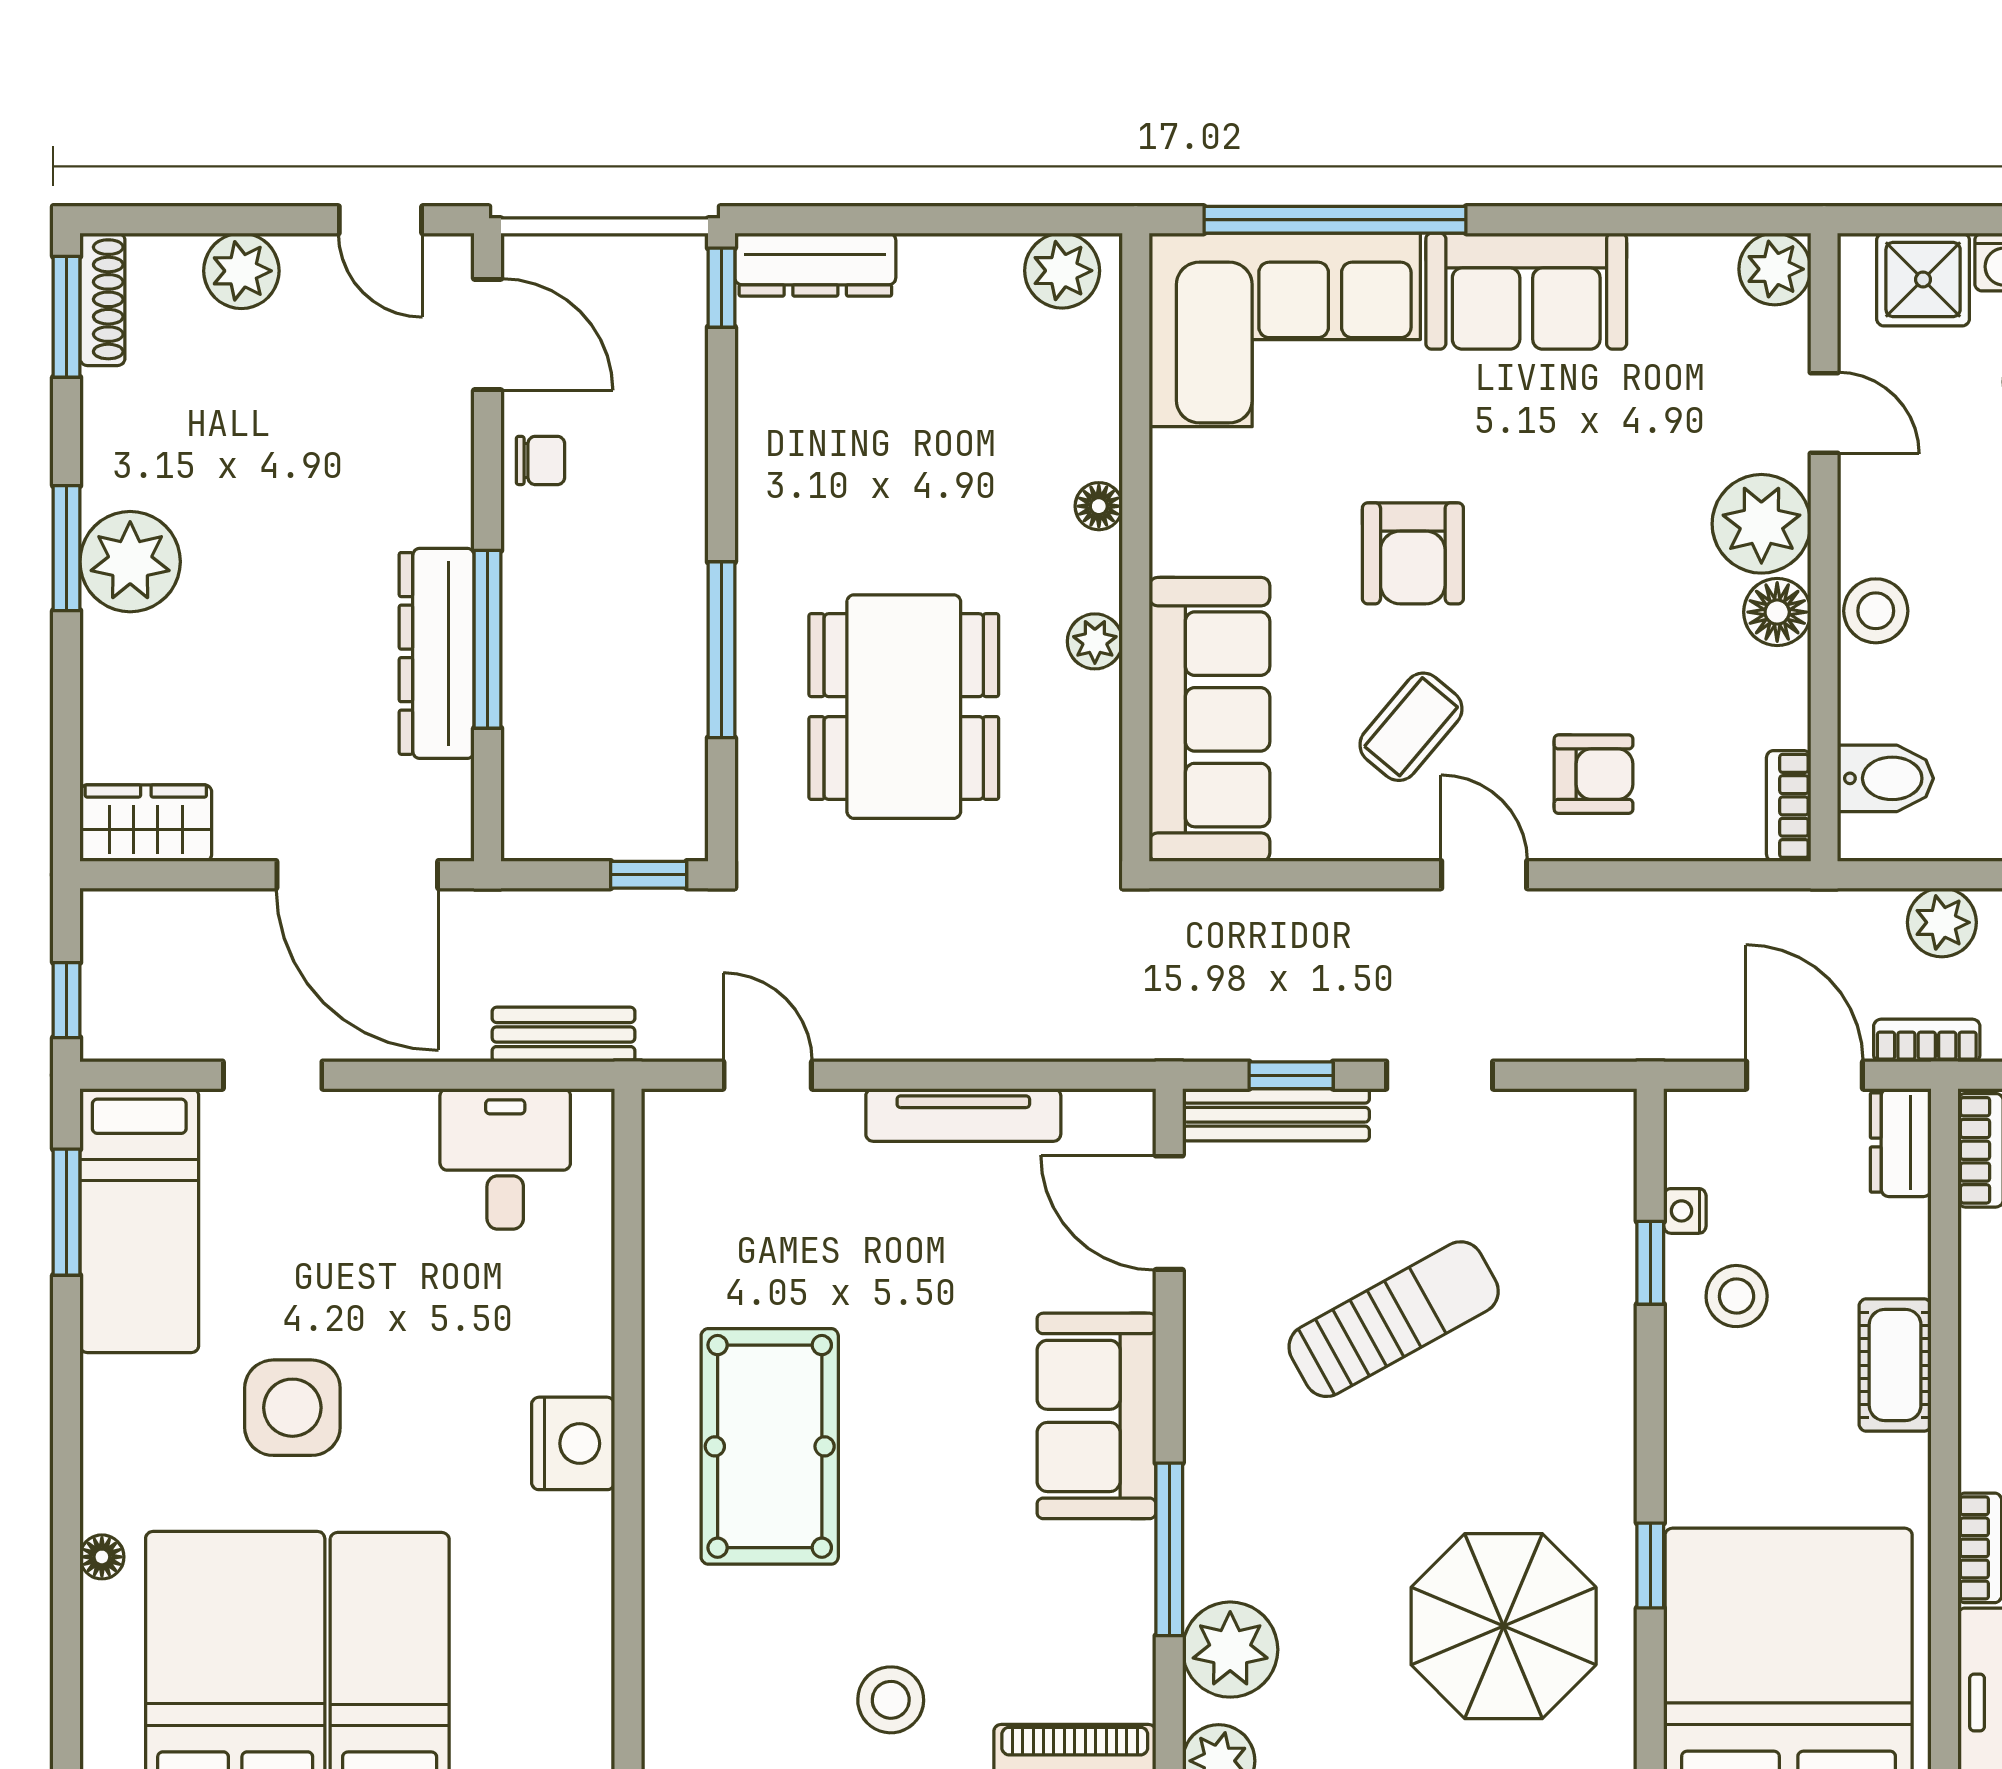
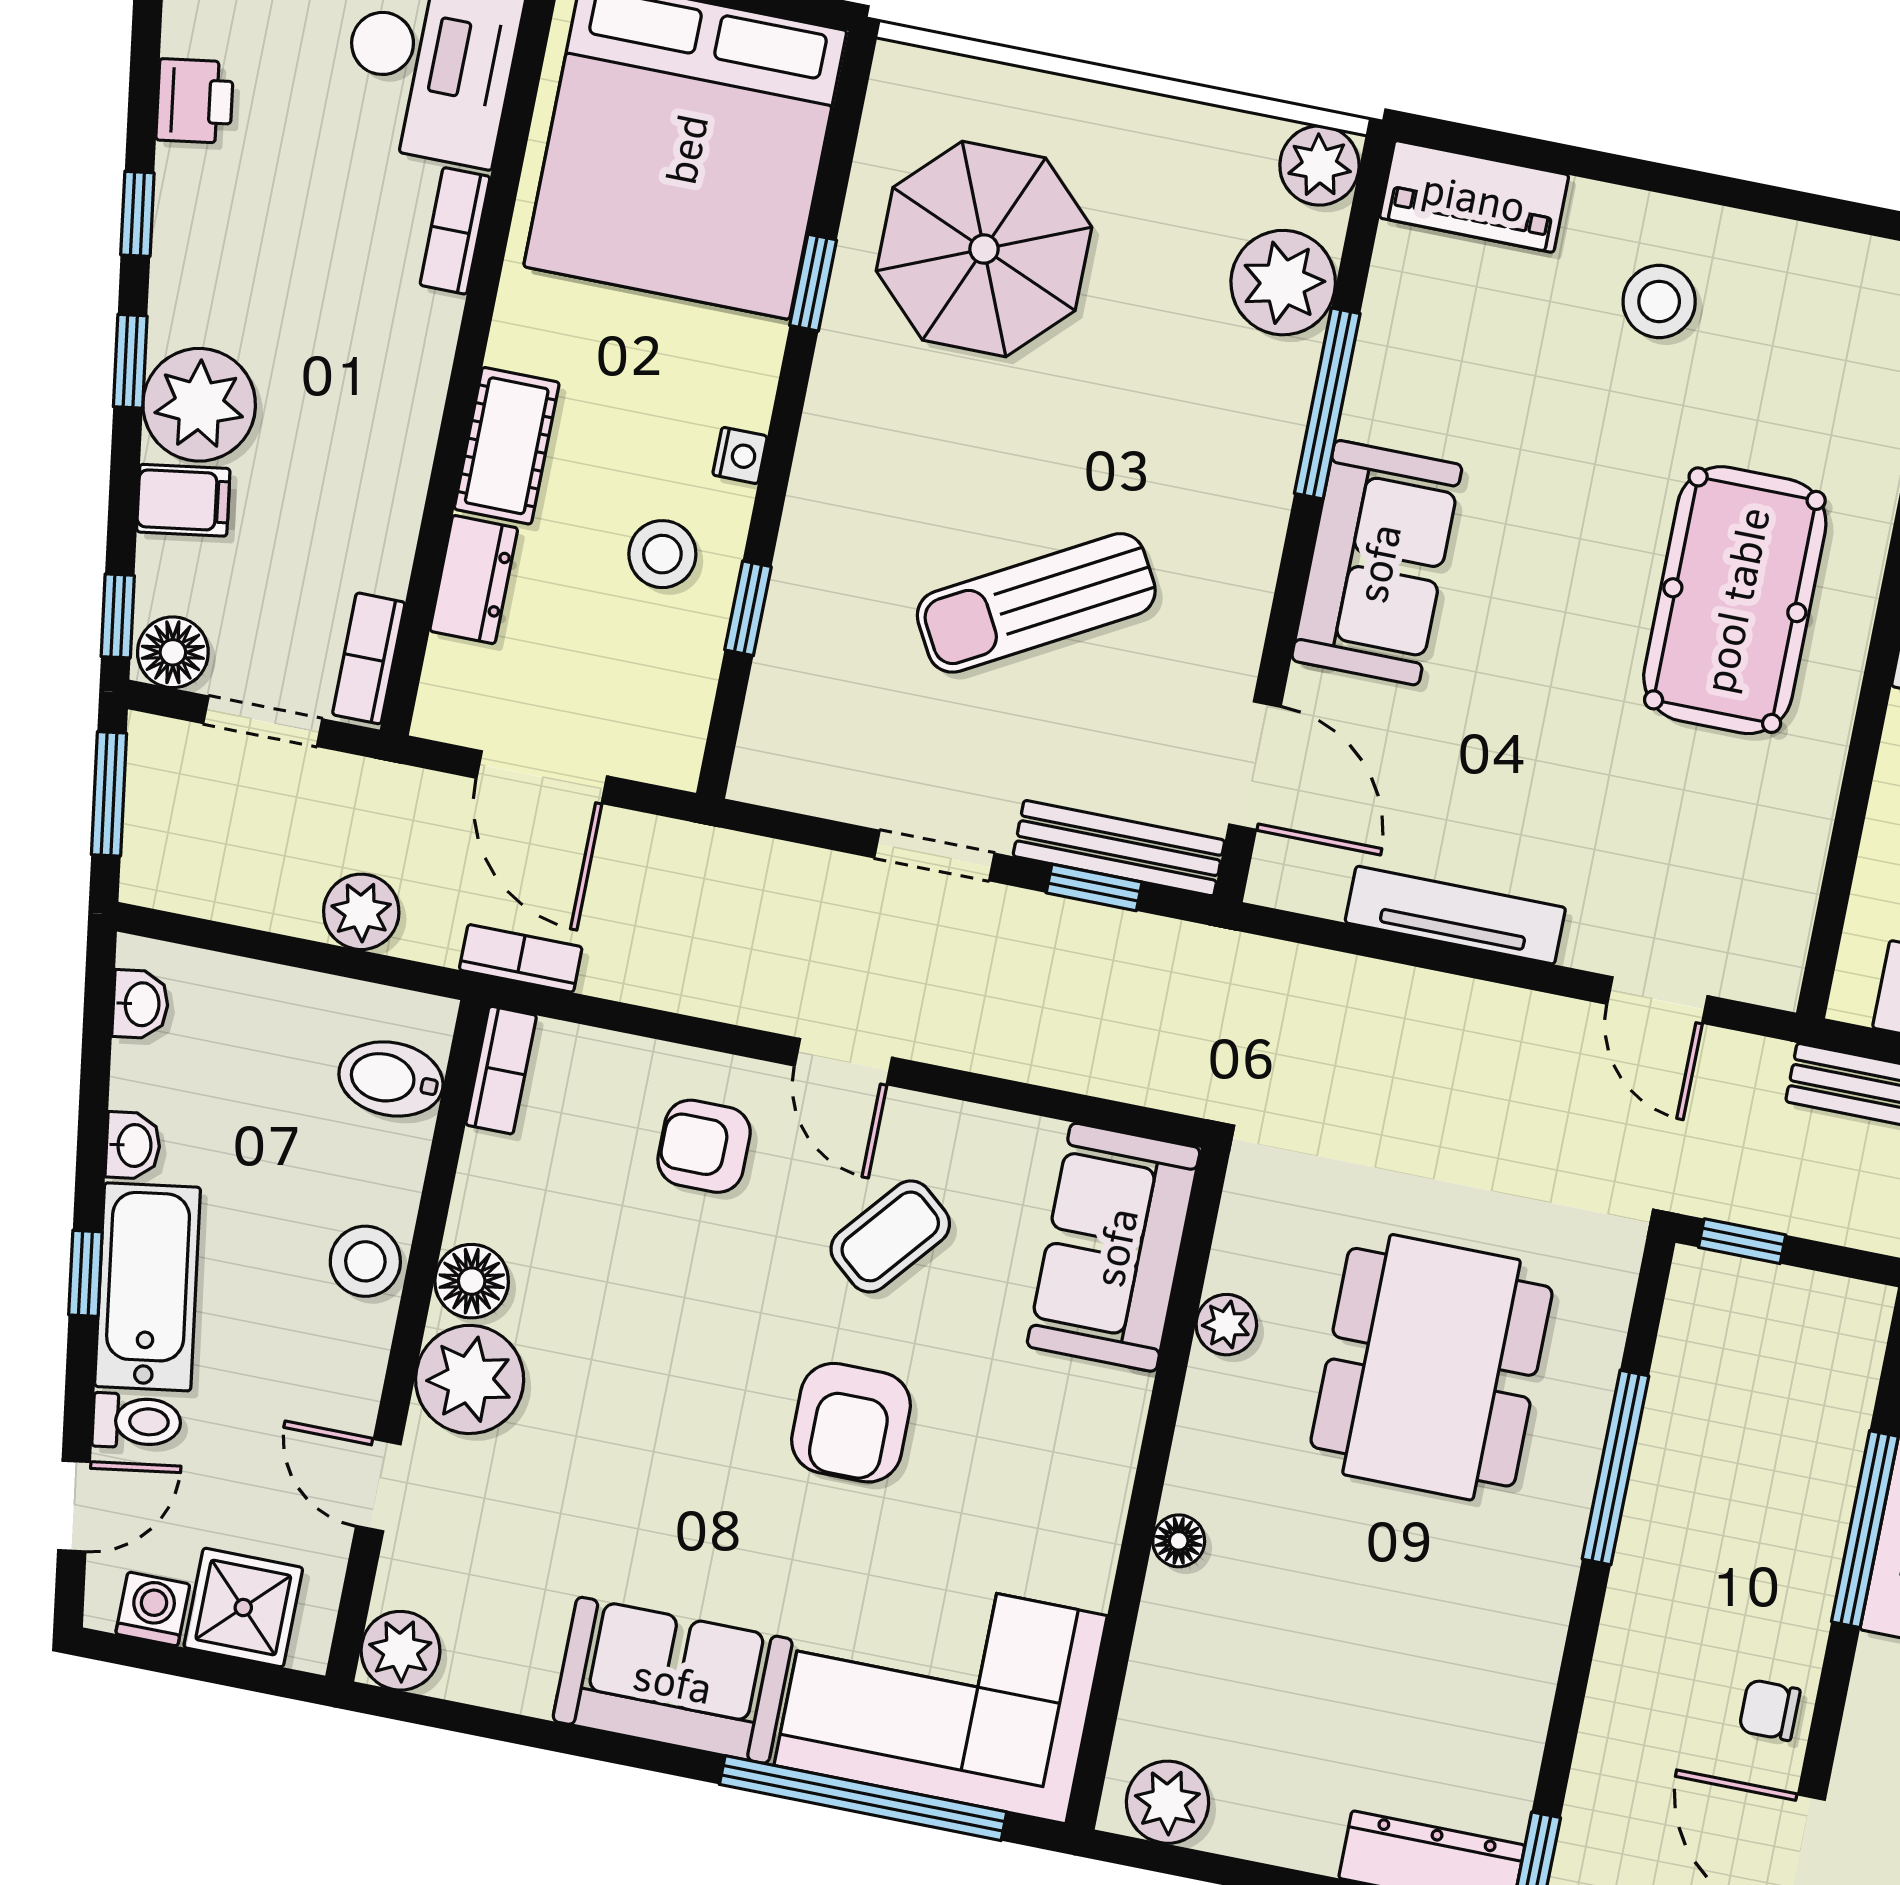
armchair: (1413, 553) -> (851, 1423), turned 180
plant: (1095, 641) -> (1226, 1325), moved
sofa: (1209, 719) -> (1114, 1247), width x0.73
bookcase: (1927, 1041) -> (521, 958), moved, turned 180
dresser: (1901, 1143) -> (474, 580), moved
nightstand: (1685, 1211) -> (740, 455), moved

